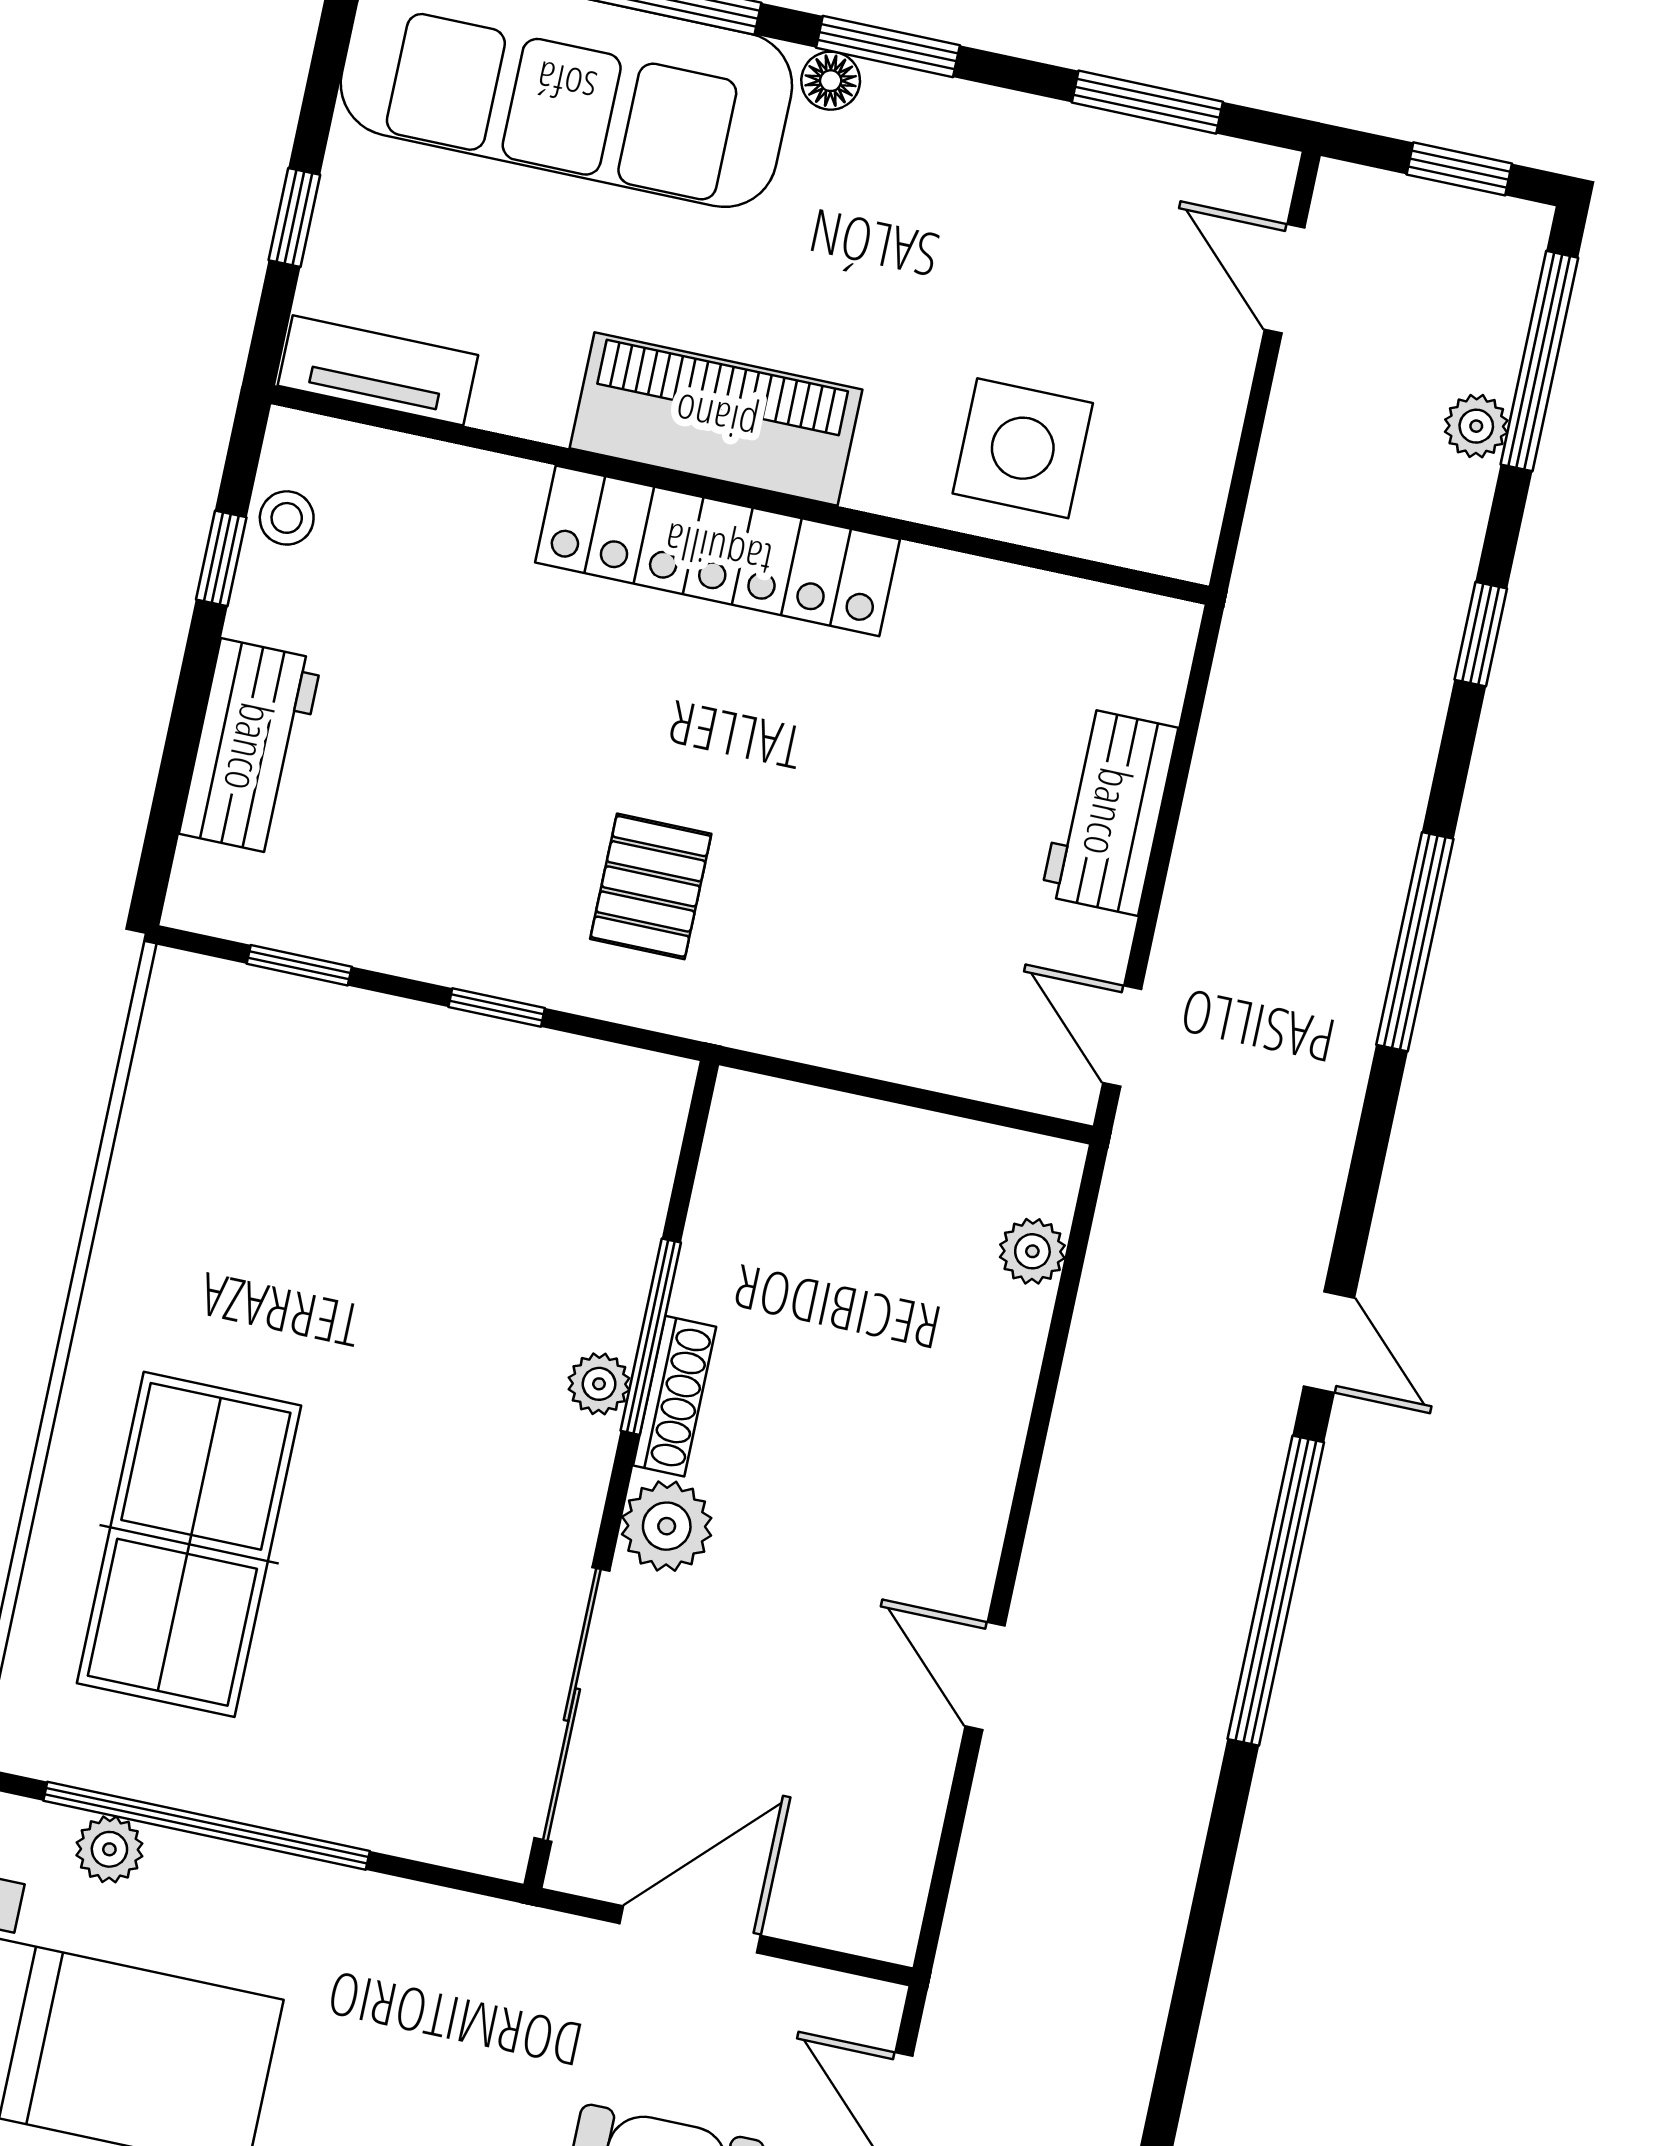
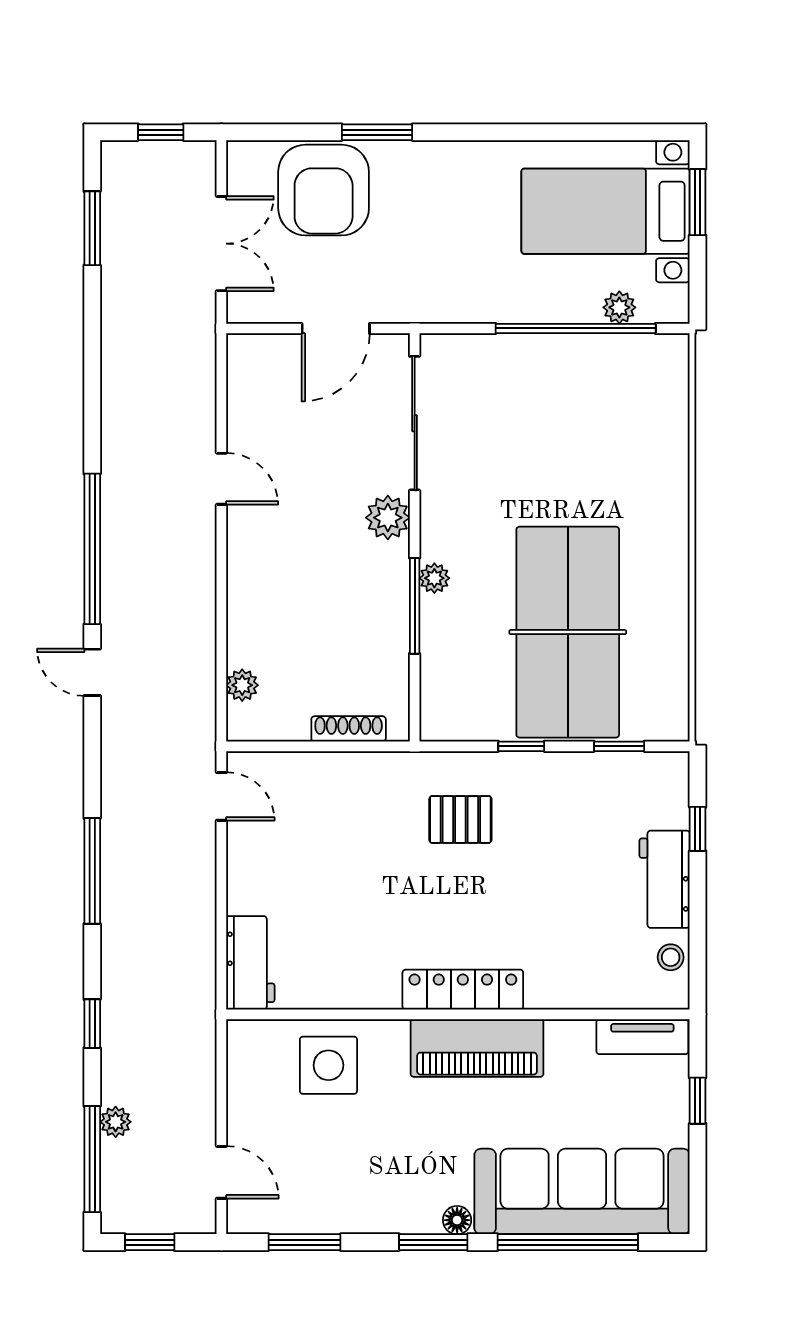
locker: (718, 551) -> (463, 990), width x0.71, depth x0.83
window: (221, 558) -> (698, 829), moved
workbench: (250, 747) -> (665, 879), moved
workbench: (1109, 812) -> (250, 963), moved
pallet: (651, 886) -> (460, 819), turned 90
shoe rack: (675, 1396) -> (349, 729), moved, turned 90
table tennis table: (189, 1544) -> (568, 632), moved, width x1.36, depth x1.32

